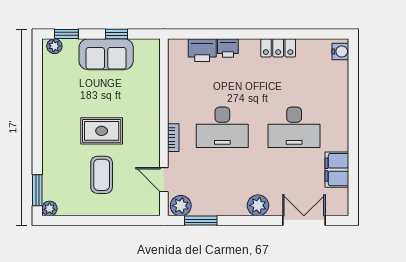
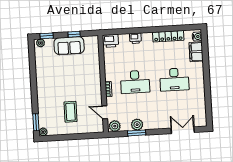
locker: (278, 48) -> (168, 36), width x1.53
printer: (202, 50) -> (111, 41), moved
rug: (102, 131) -> (69, 88), removed
filing cabinet: (337, 170) -> (196, 52), moved
plant: (258, 205) -> (137, 125), moved
window: (201, 221) -> (137, 133), moved

